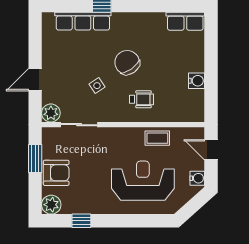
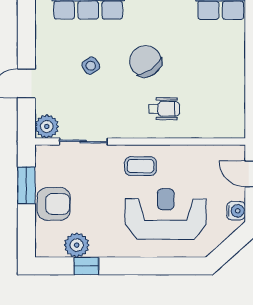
water cooler: (196, 81) -> (235, 85), removed
side table: (97, 86) -> (91, 66), moved
coffee table: (157, 138) -> (141, 166), moved
plant: (51, 205) -> (77, 245), moved

